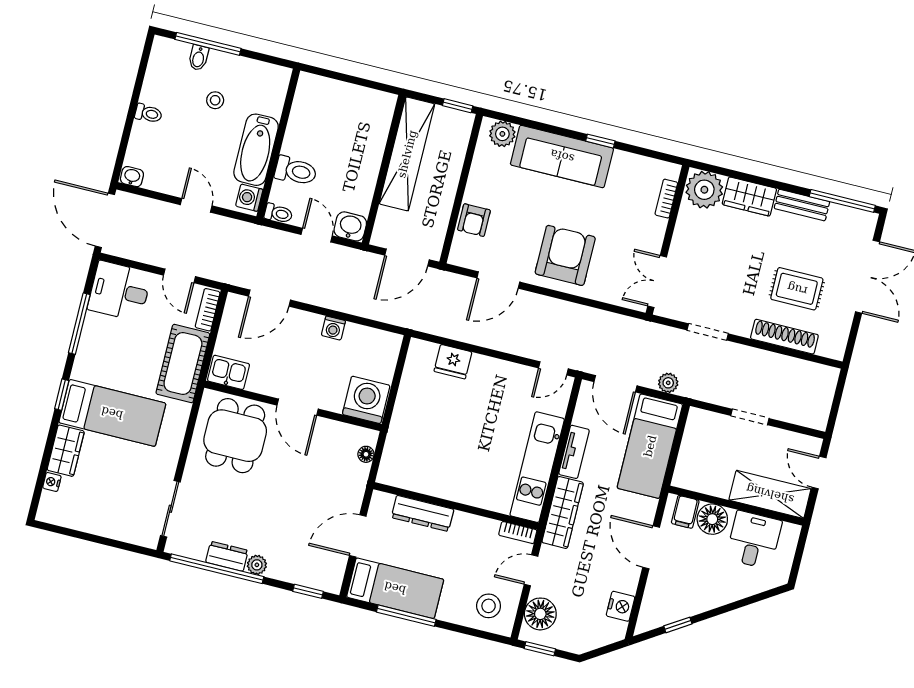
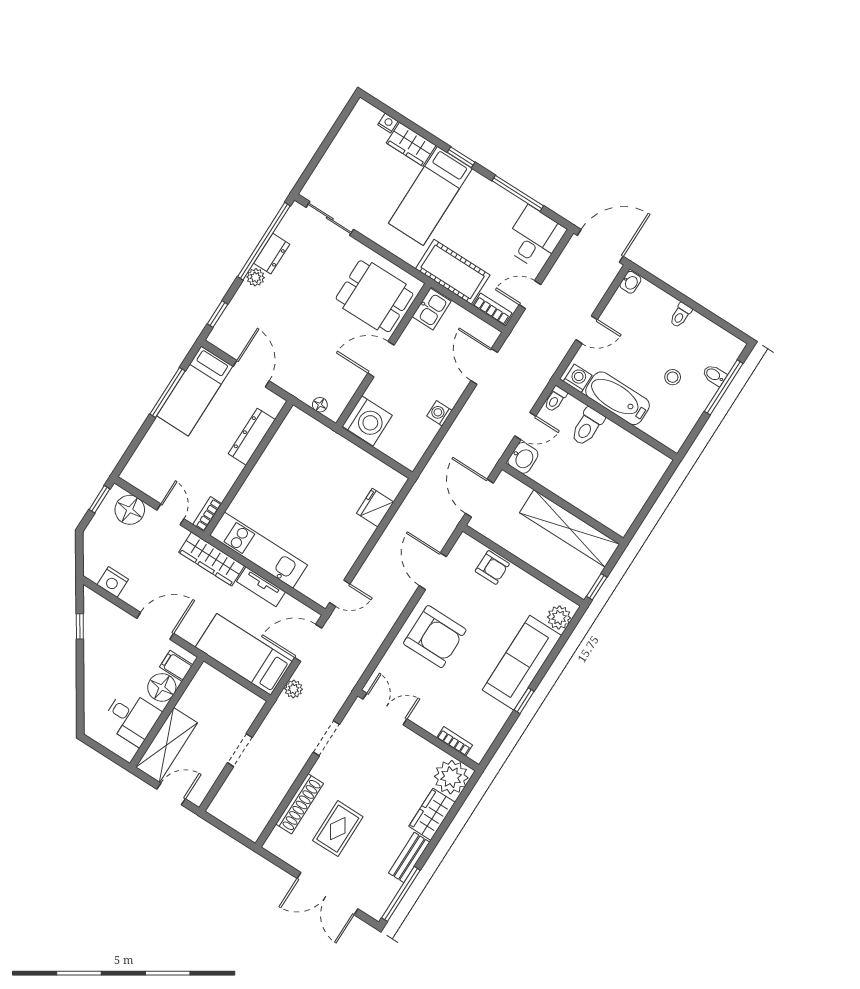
armchair: (474, 220) -> (492, 567), turned 180
door: (553, 368) -> (340, 593), swing flipped
stool: (489, 606) -> (152, 467), removed

